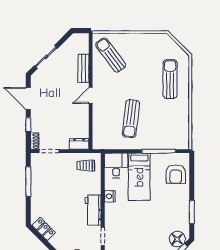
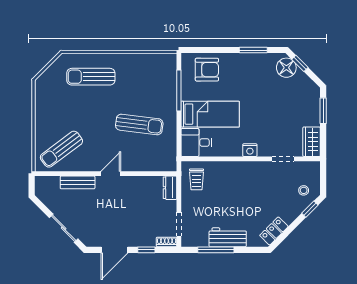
door: (91, 95) -> (111, 174), swing flipped
nightstand: (110, 196) -> (250, 150), moved
workbench: (93, 210) -> (228, 237), moved, turned 180

